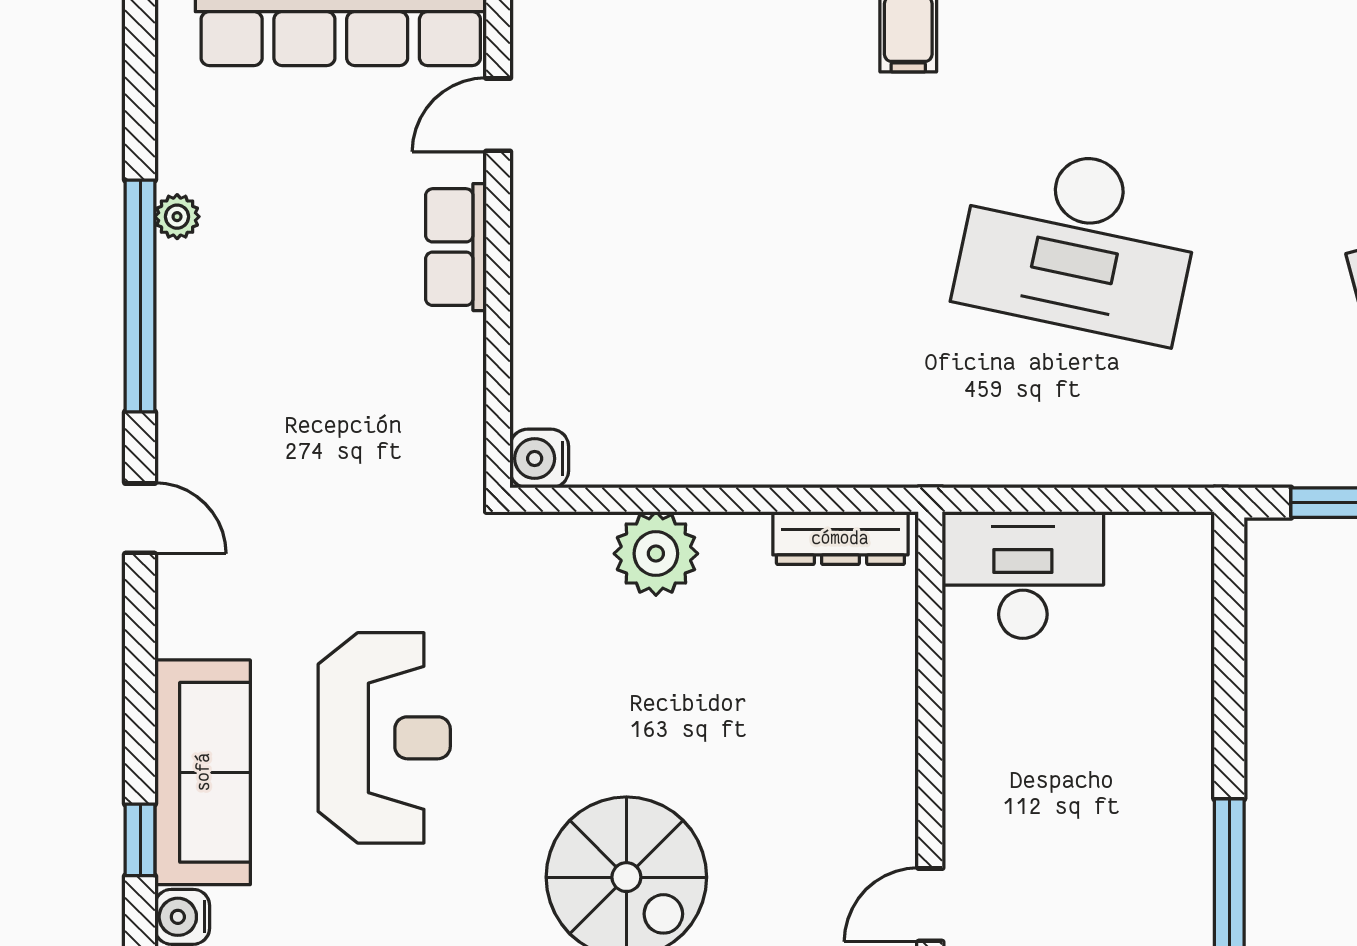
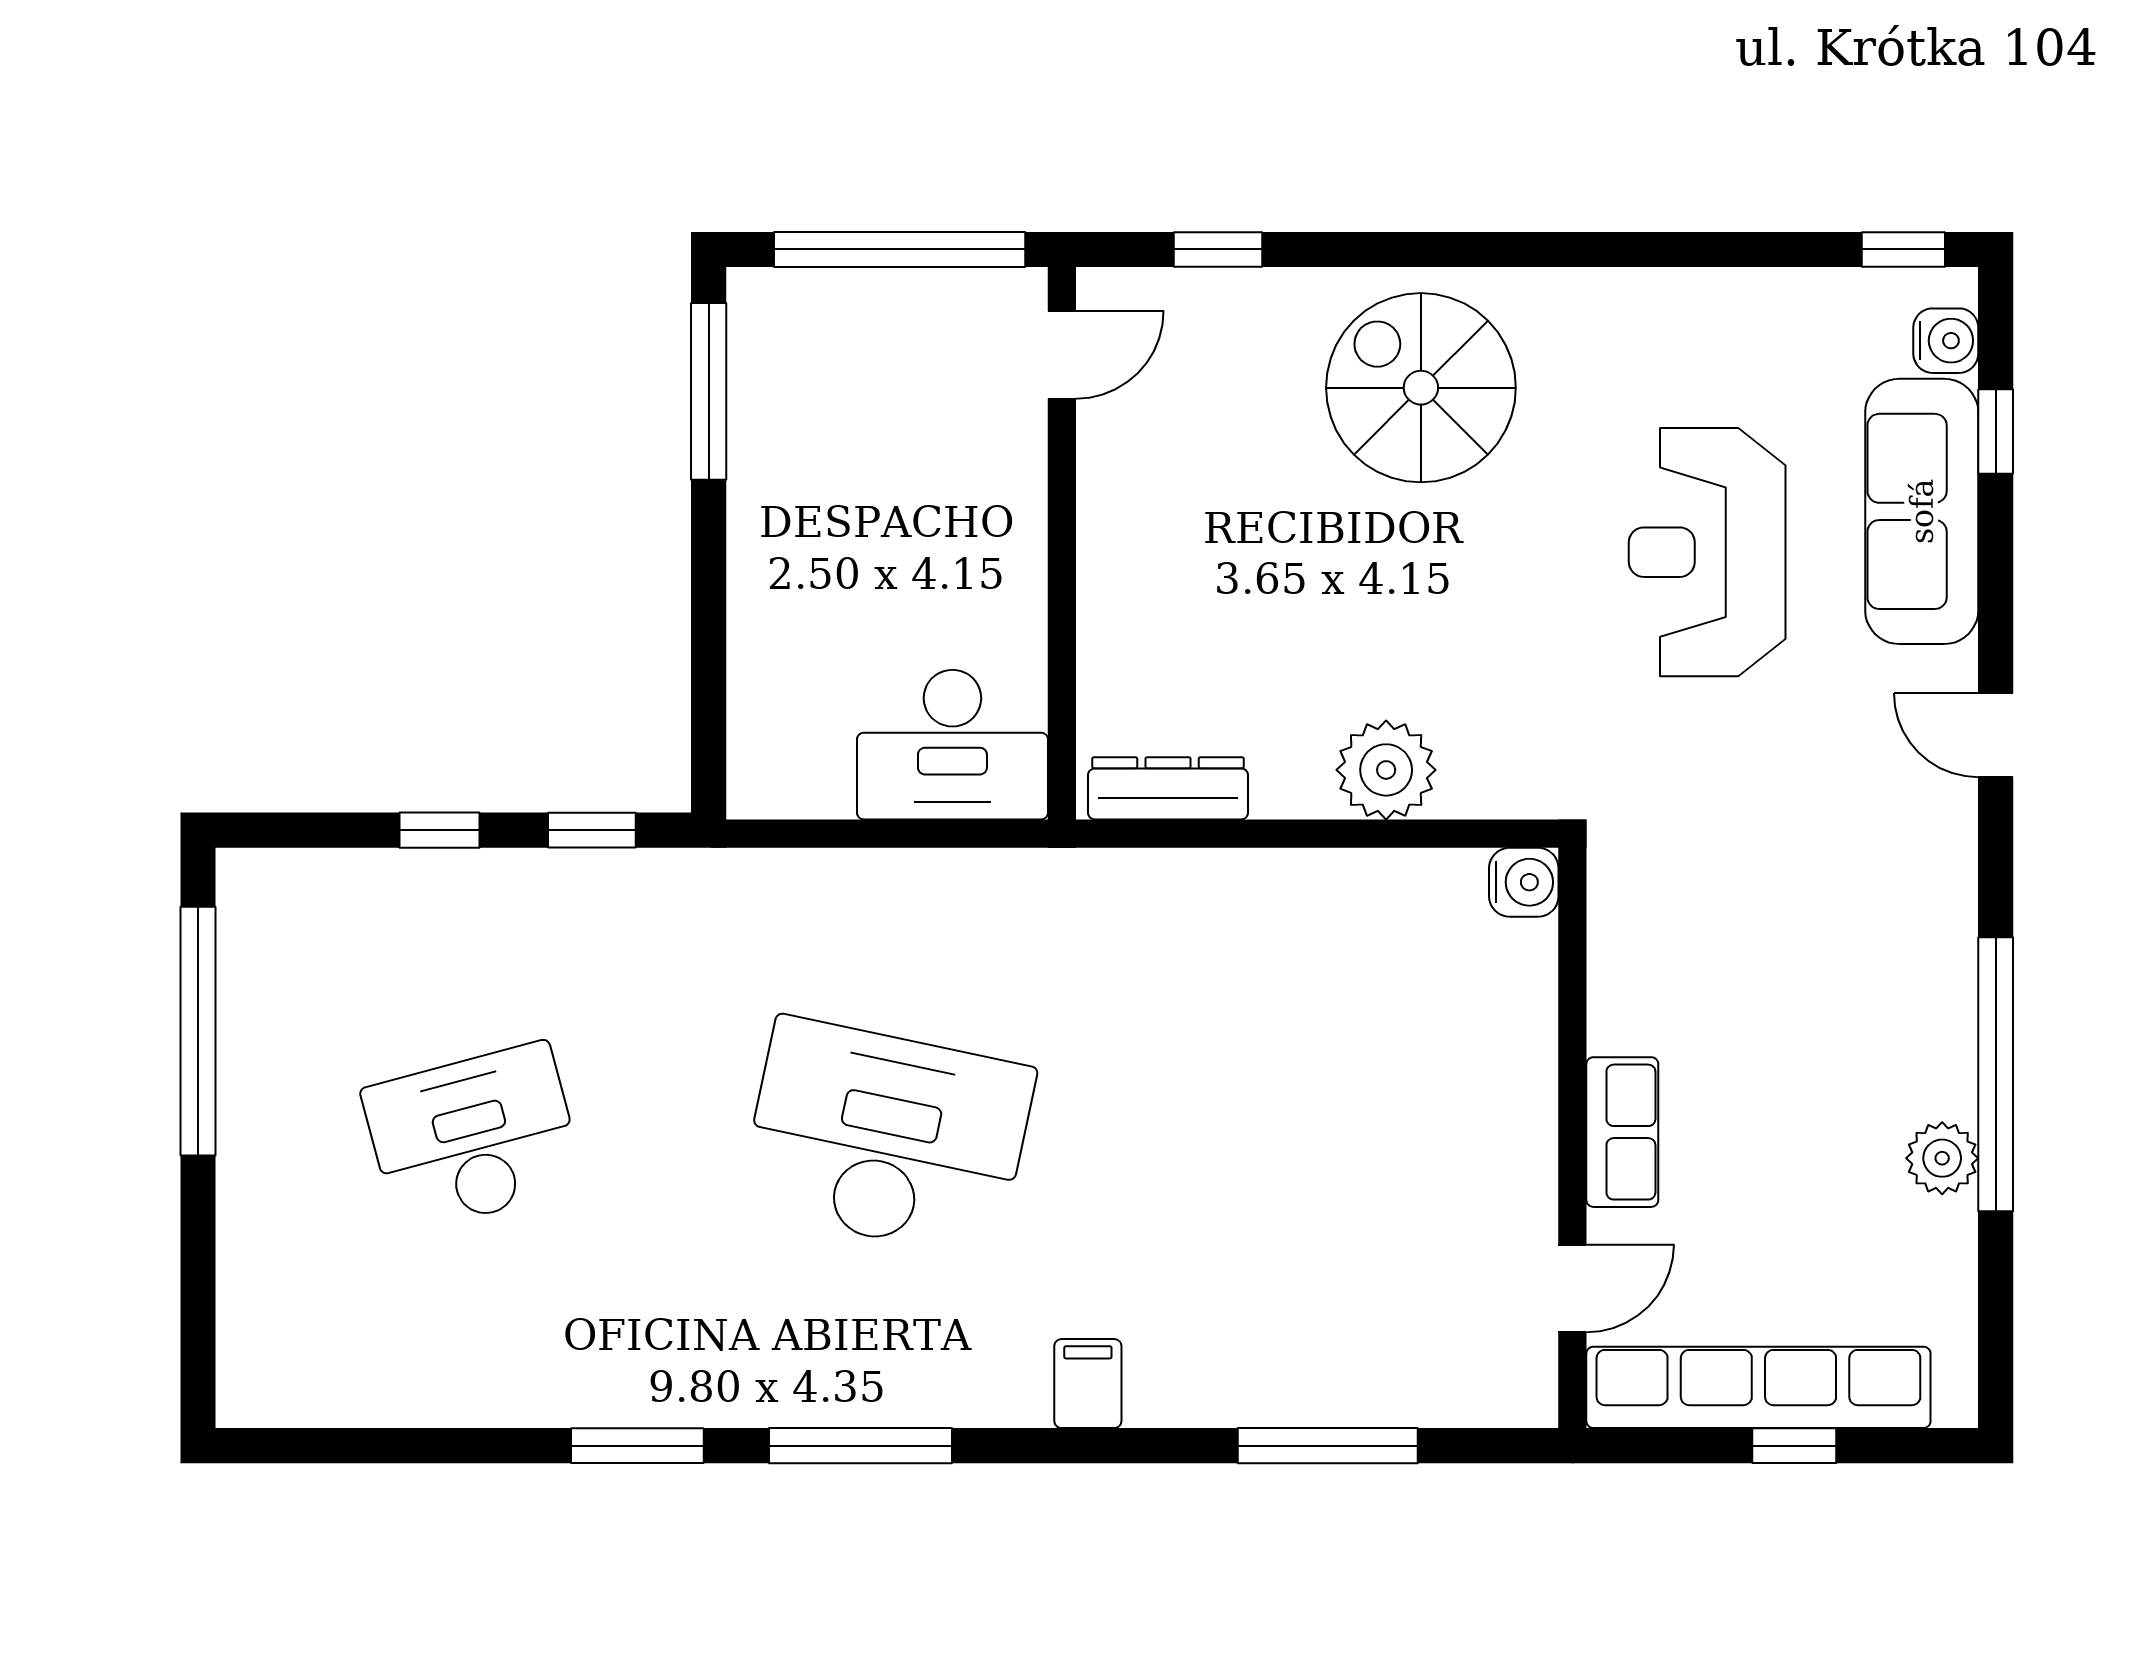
plant: (177, 217) -> (1942, 1158), width x1.38, depth x1.38
door: (140, 518) -> (1996, 735), moved

